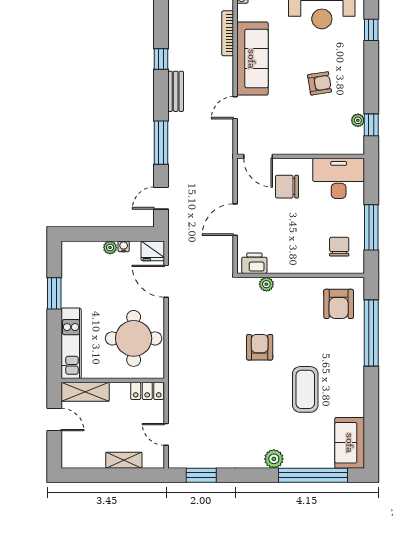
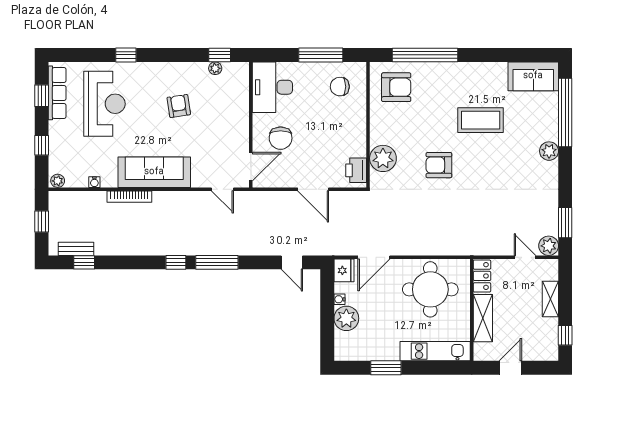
window: (161, 59) -> (176, 262), moved
bench: (176, 91) -> (187, 248), removed
door: (235, 108) -> (222, 189), moved
window: (161, 143) -> (217, 262), moved
plant: (110, 247) -> (346, 318), width x1.88, depth x1.88
plant: (266, 284) -> (383, 158), width x1.88, depth x1.88
shelving: (85, 392) -> (483, 318), moved
door: (166, 434) -> (525, 257), swing flipped
plant: (178, 458) -> (549, 246), added
window: (87, 475) -> (565, 335), added

